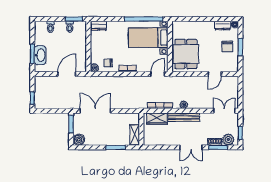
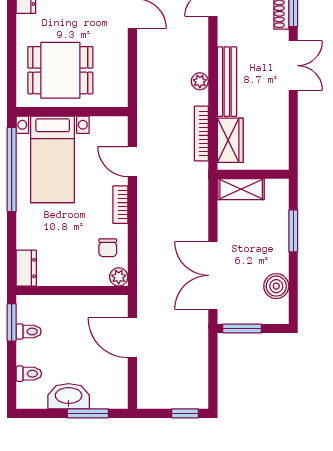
dining table: (186, 54) -> (60, 70), moved
washbasin: (40, 55) -> (69, 396), moved
door: (158, 74) -> (132, 162), moved
shelving: (135, 135) -> (241, 189), moved
boiler: (79, 140) -> (276, 286), moved

